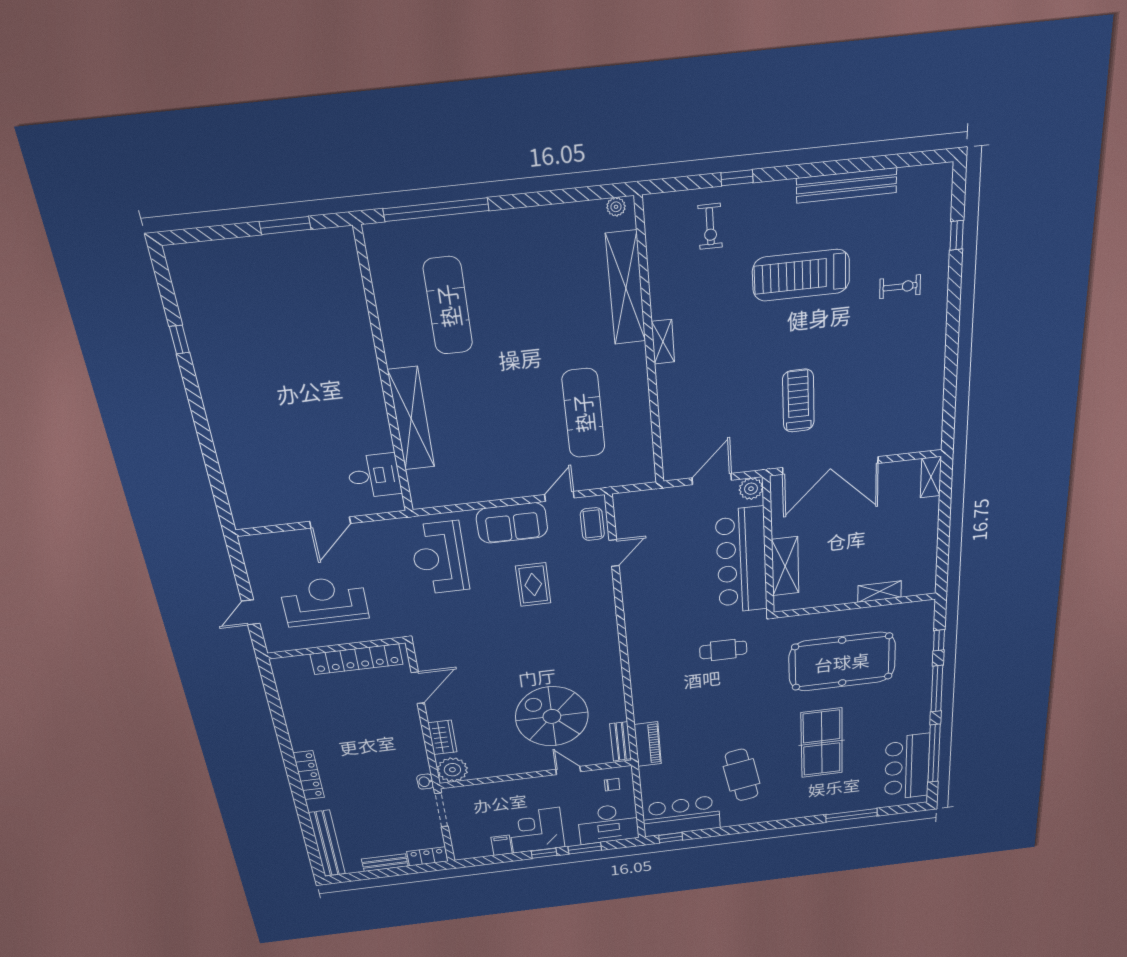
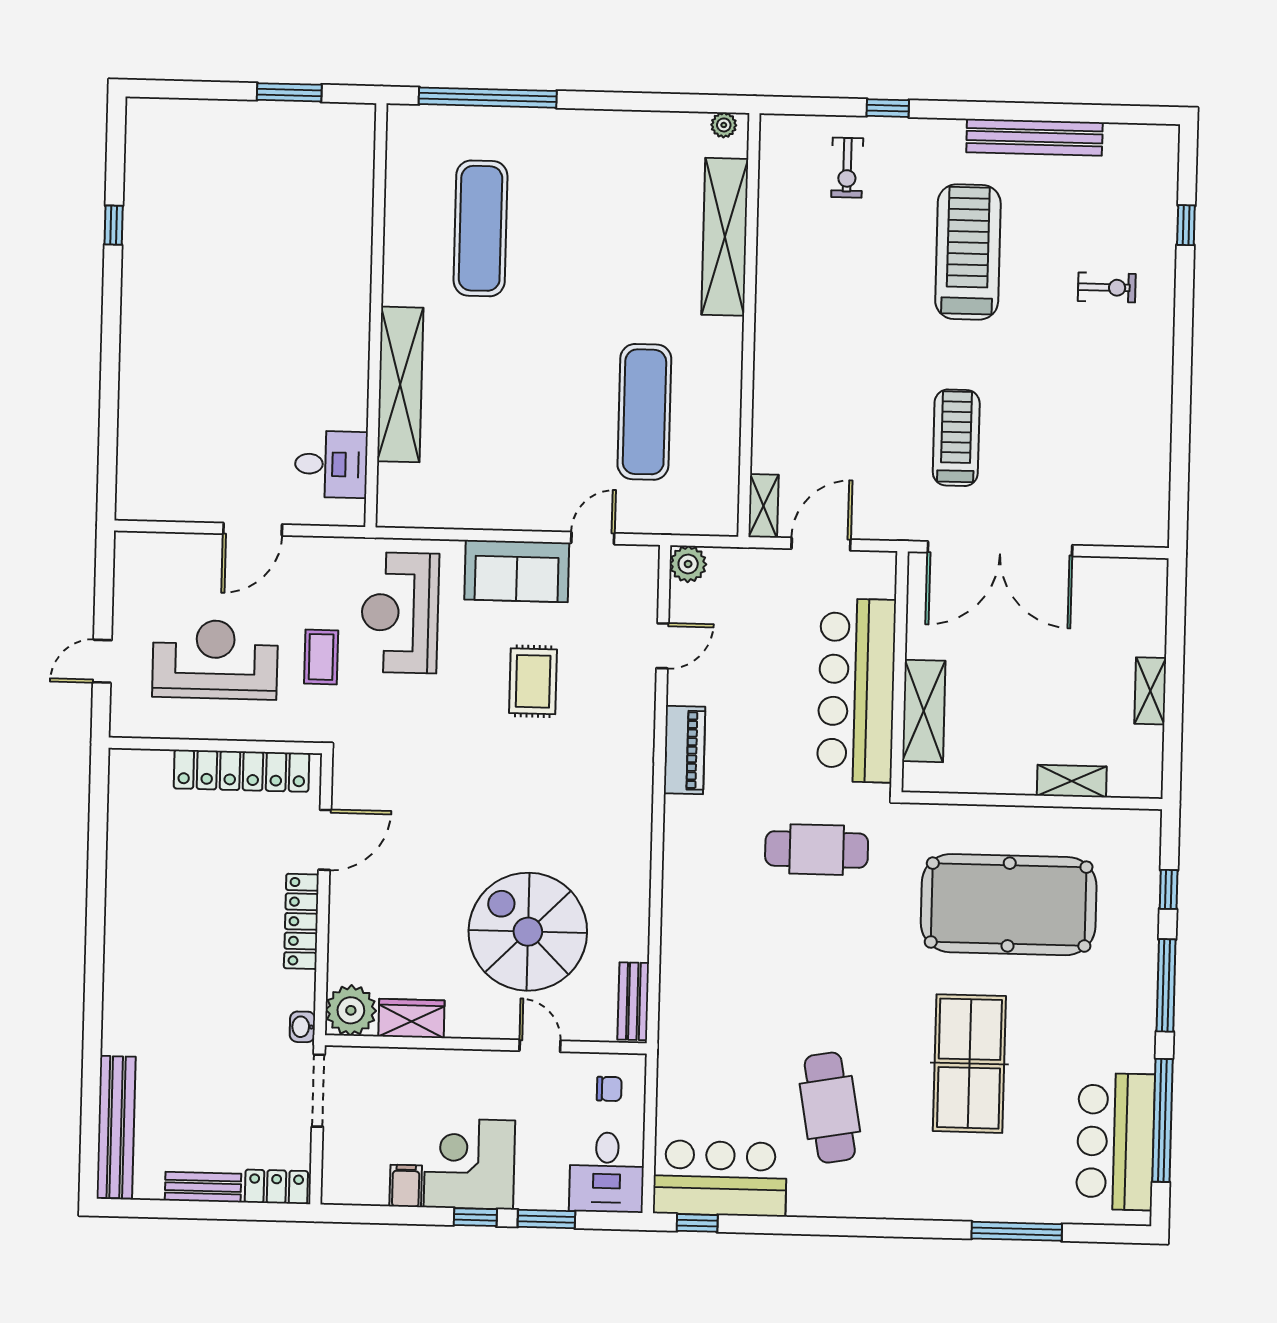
treadmill: (801, 275) -> (968, 252), turned 90
shelving: (663, 342) -> (764, 506), moved
shelving: (931, 477) -> (1150, 691), moved
plant: (751, 489) -> (688, 564), moved
coffee table: (592, 524) -> (321, 657), moved
cafe table: (723, 650) -> (817, 850), width x1.37, depth x1.35
wardrobe: (442, 737) -> (411, 1018), moved, turned -90
piano: (648, 744) -> (684, 750), moved
locker: (309, 775) -> (301, 921), moved, turned 180
desk: (608, 824) -> (607, 1172), width x0.73

